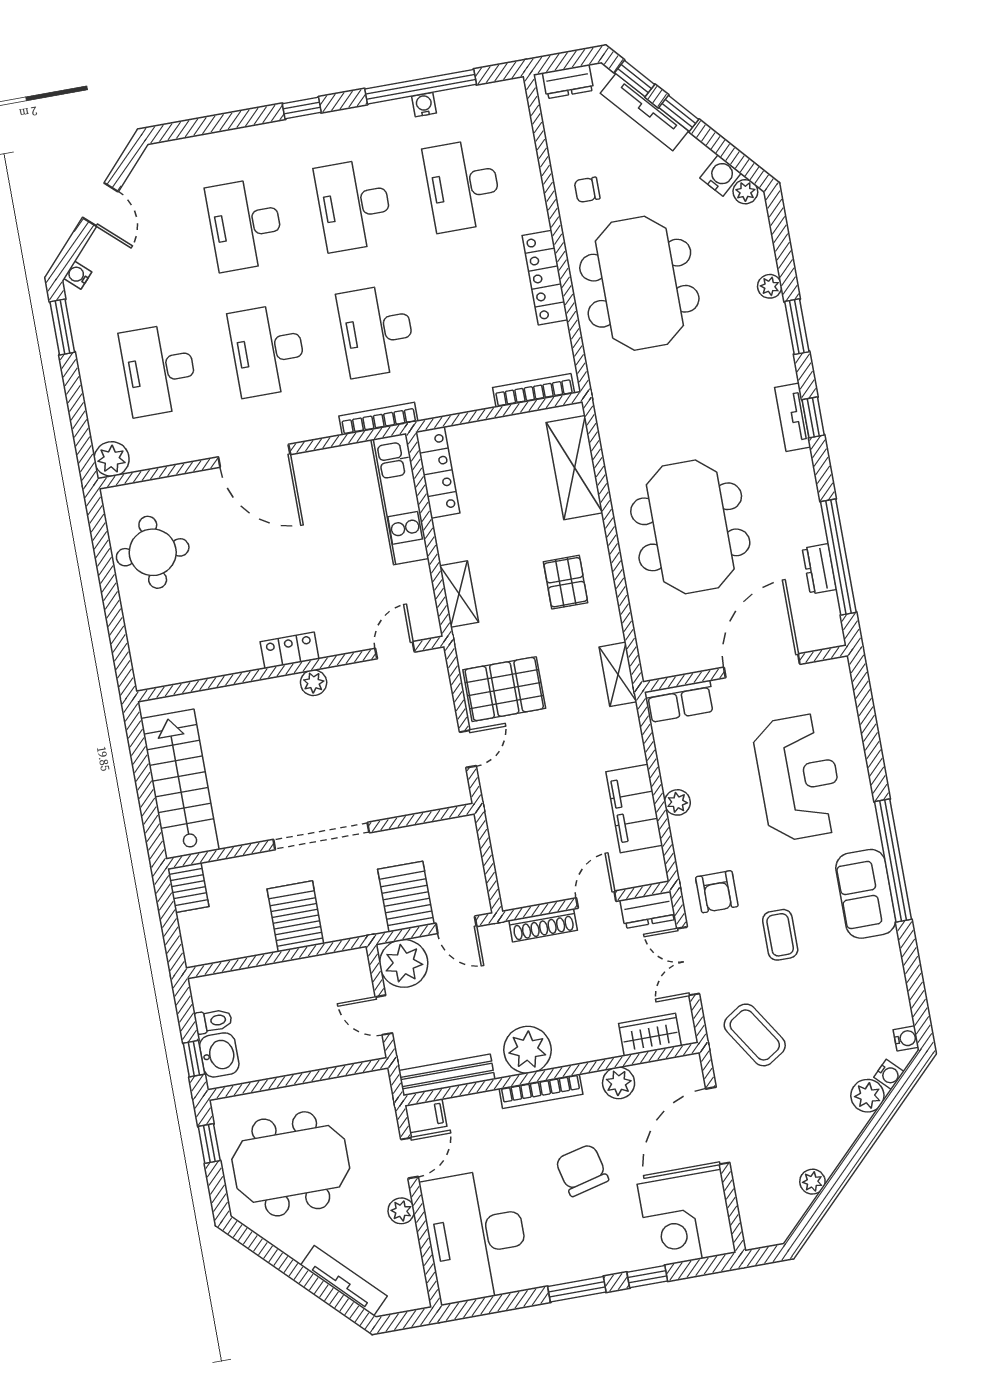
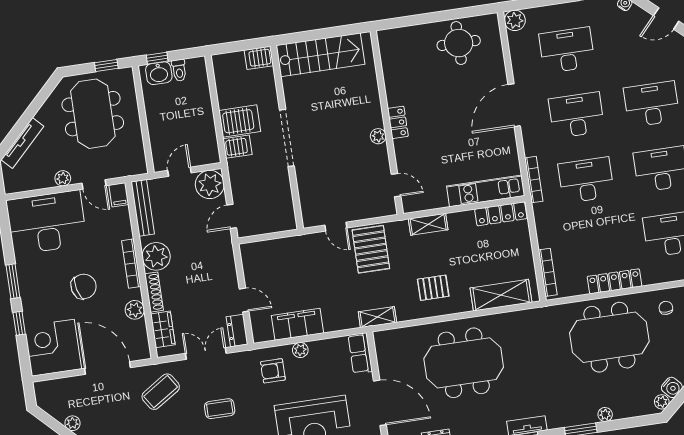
armchair: (717, 892) -> (273, 371), moved
server rack: (406, 897) -> (238, 147), moved, width x0.73, depth x0.70
shoe rack: (543, 925) -> (154, 292), moved, turned 180

